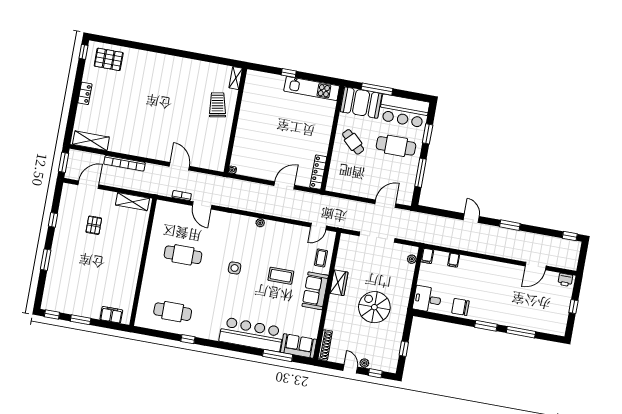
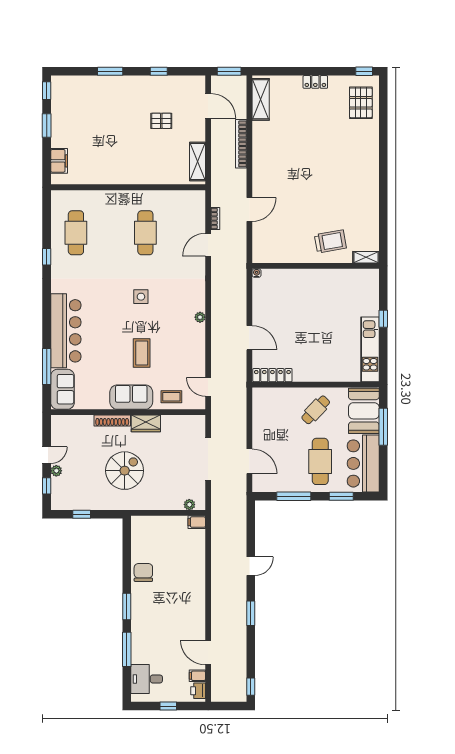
filing cabinet: (454, 260) -> (197, 676), moved
desk: (427, 299) -> (147, 679), moved, turned -90
shoe rack: (325, 345) -> (112, 420), moved

